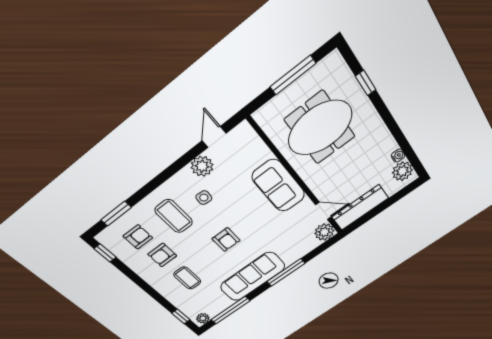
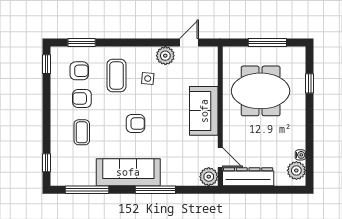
armchair: (226, 240) -> (135, 123), turned -90
plant: (203, 318) -> (61, 179), removed

